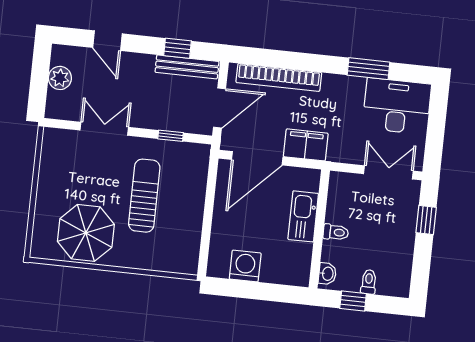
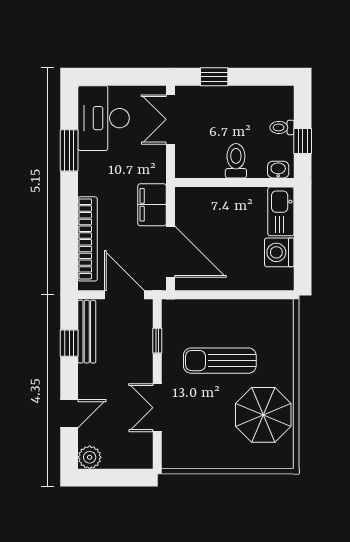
plant: (60, 78) -> (90, 457), moved
kitchen sink: (303, 216) -> (281, 211), moved, turned 90
toilet: (336, 232) -> (236, 161), width x1.37, depth x1.39

